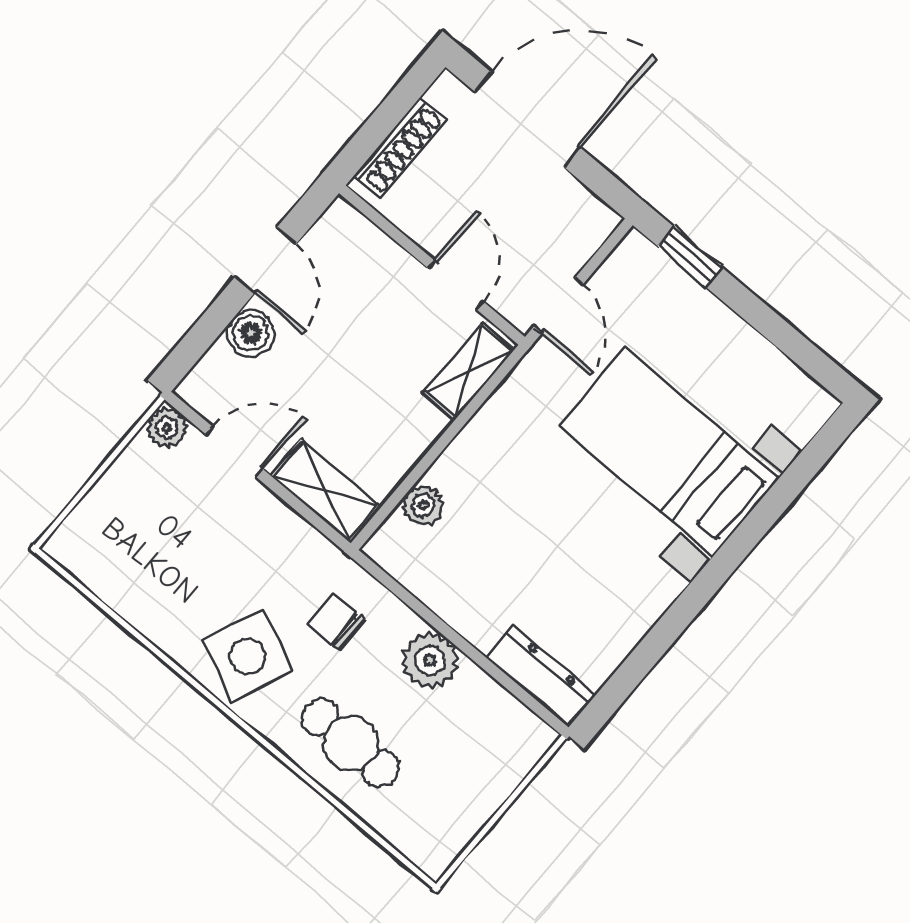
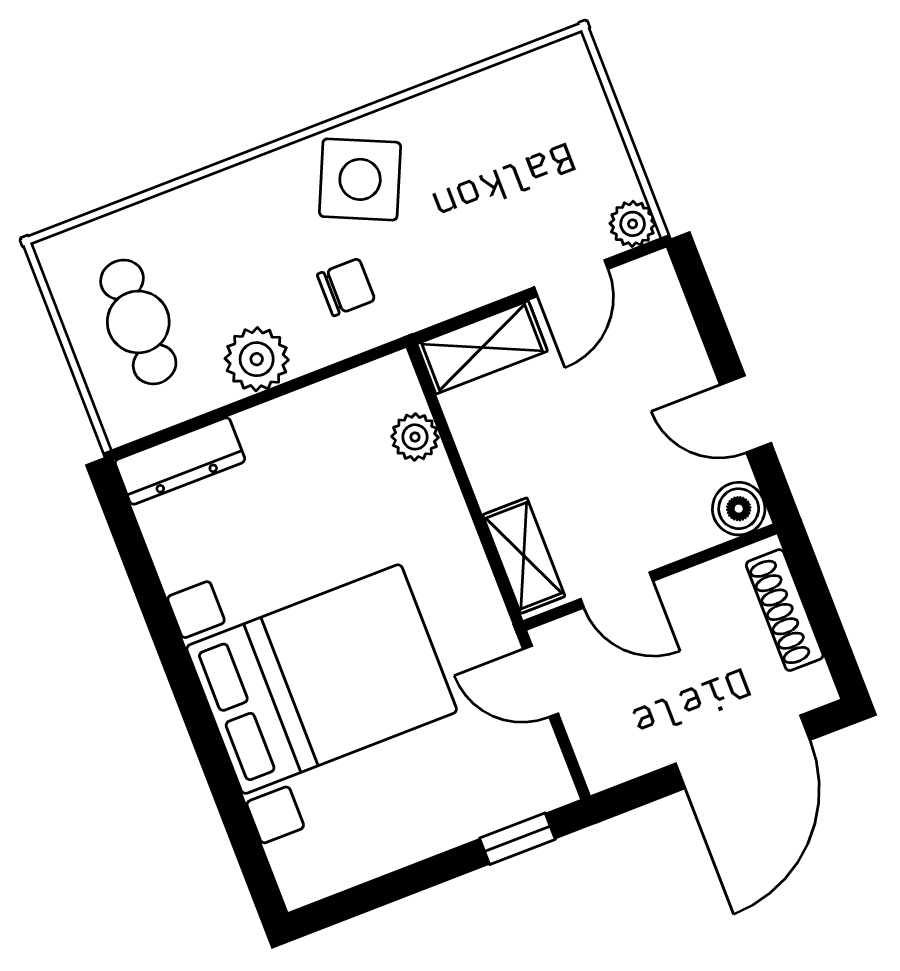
boiler: (251, 333) -> (739, 509), moved
bed with nightstands: (669, 451) -> (322, 679), width x1.36
cafe table: (351, 743) -> (138, 322), moved, turned 90

